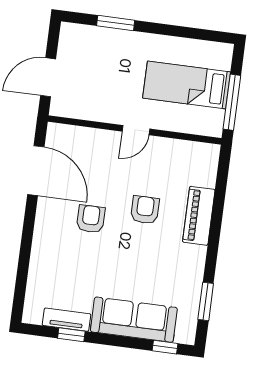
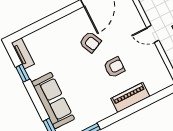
armchair: (91, 219) -> (90, 42), turned 65
tv unit: (66, 320) -> (23, 53), moved

